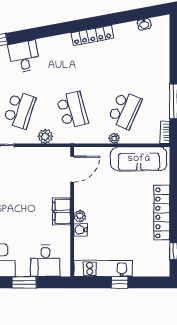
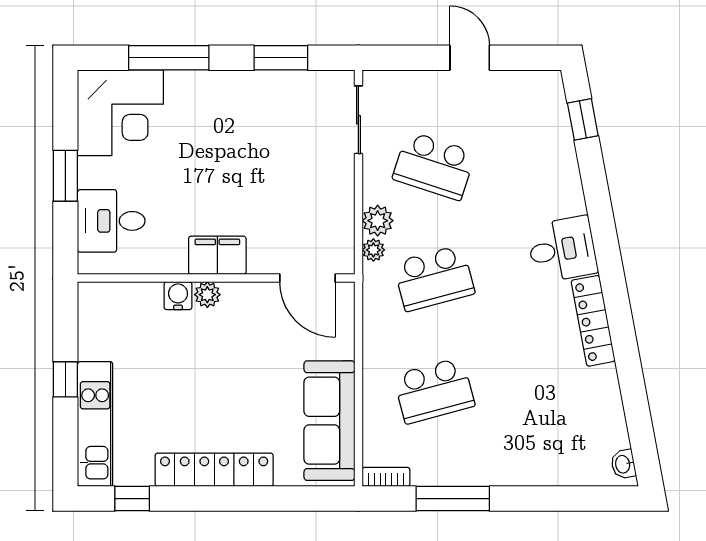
washbasin: (144, 24) -> (623, 464), moved
desk: (24, 56) -> (562, 249), moved
school desk: (125, 110) -> (434, 391), turned -39
plant: (114, 138) -> (373, 250), moved
kitchen unit: (103, 268) -> (95, 424), moved

